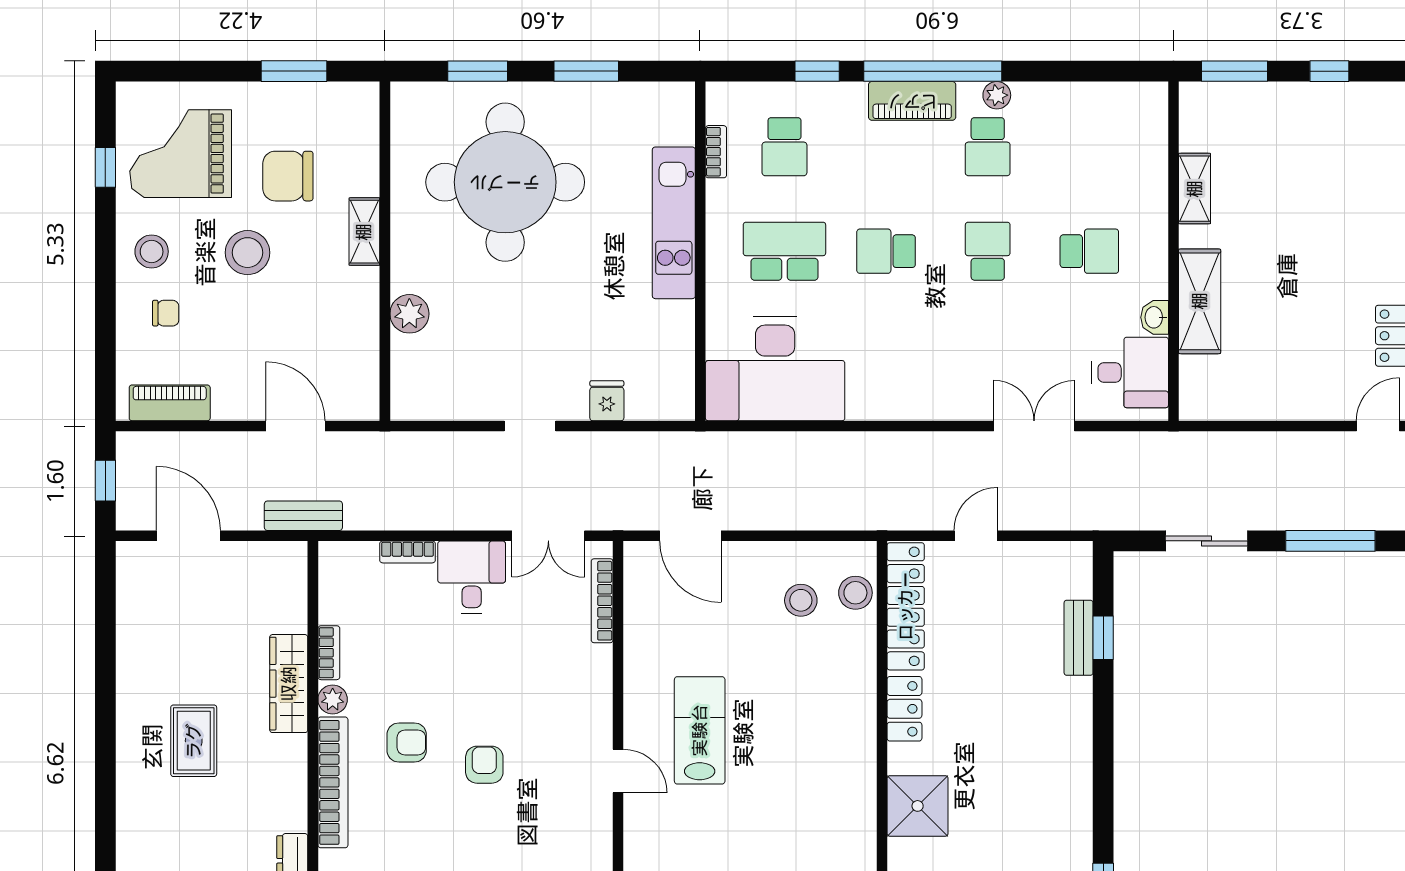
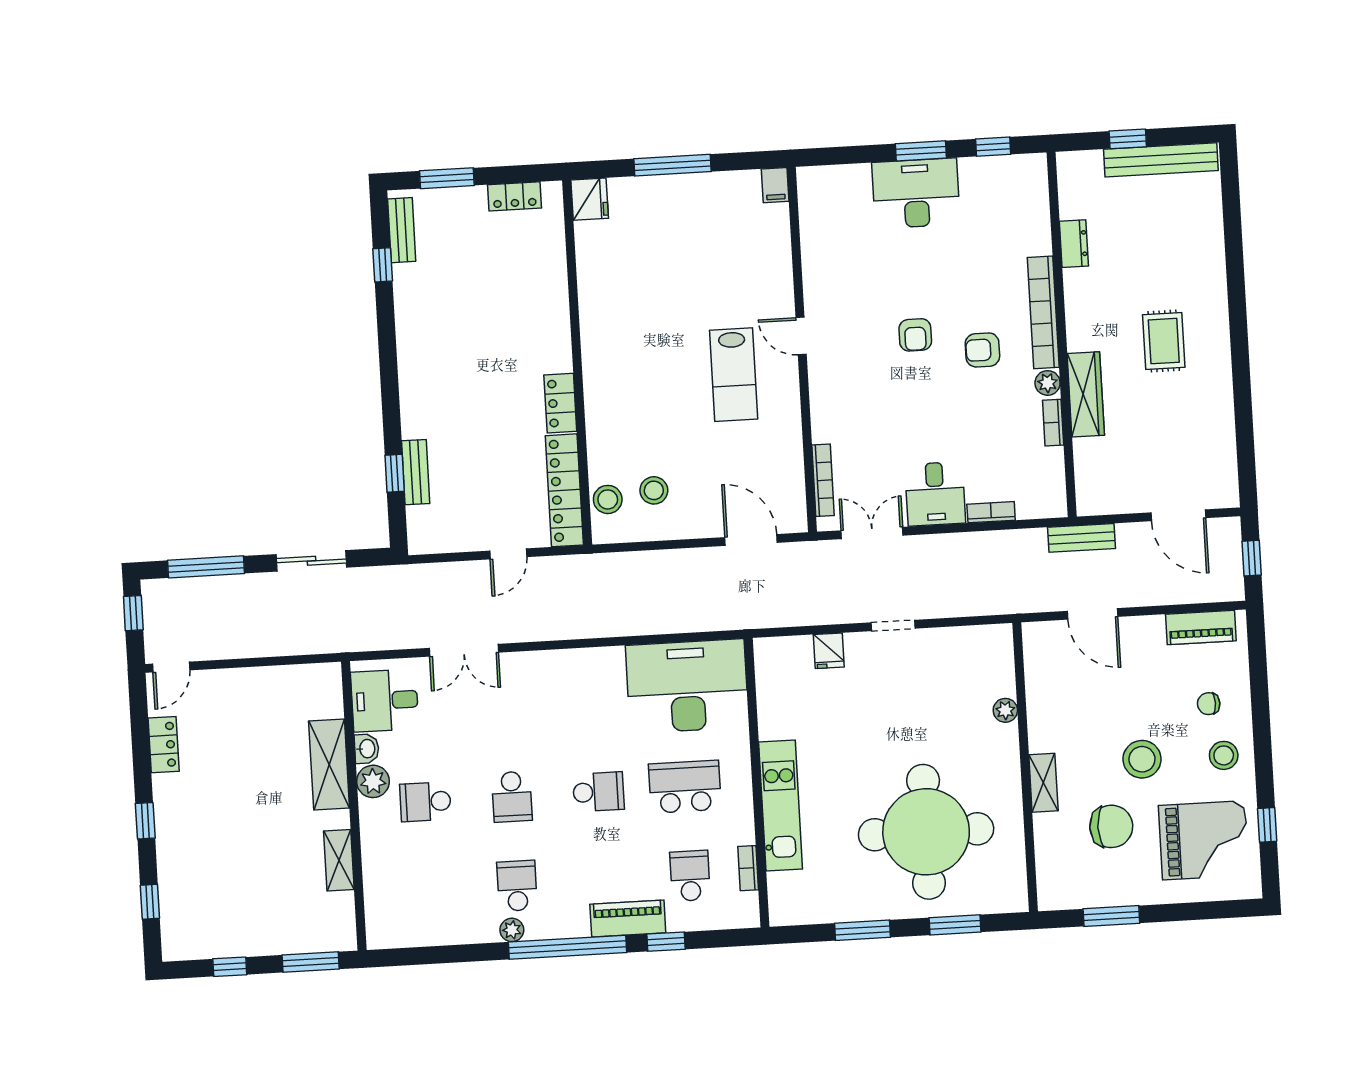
piano: (912, 101) -> (628, 918), moved
school desk: (784, 251) -> (685, 787), turned 180
plant: (1149, 279) -> (373, 781), added
plant: (409, 314) -> (1005, 710), width x0.73, depth x0.73
shower: (918, 806) -> (544, 321), removed

